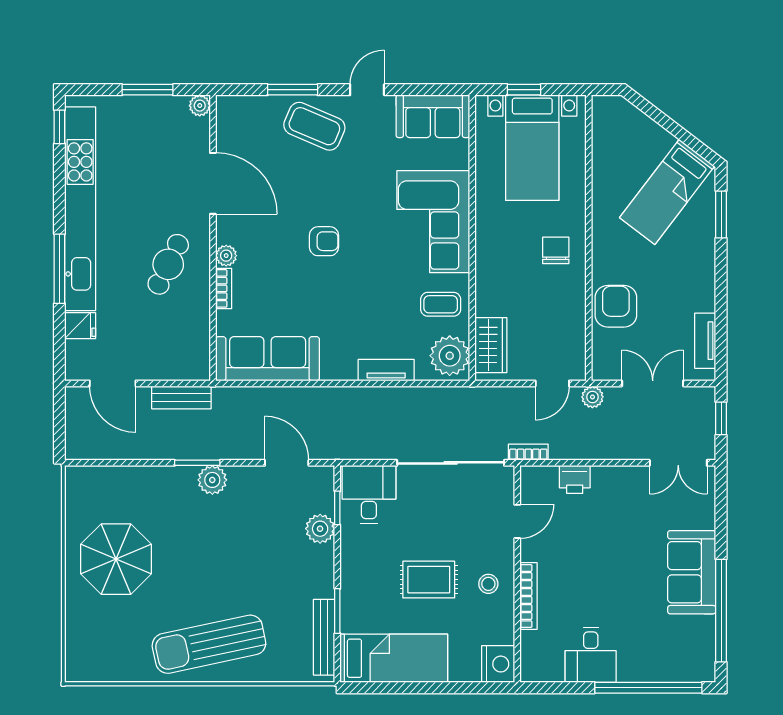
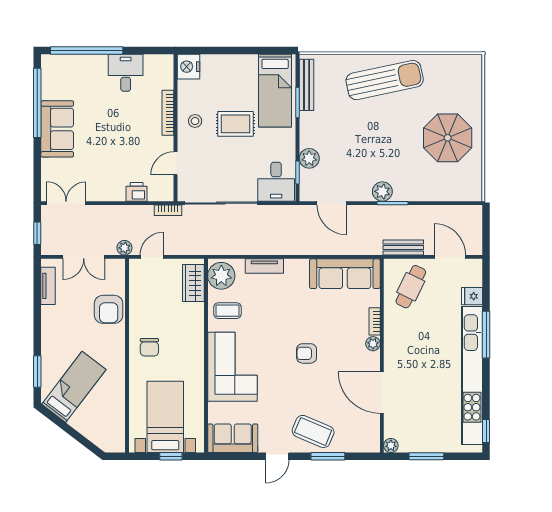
cafe table: (168, 264) -> (411, 287), moved
bed: (394, 658) -> (275, 91), moved, turned -90

